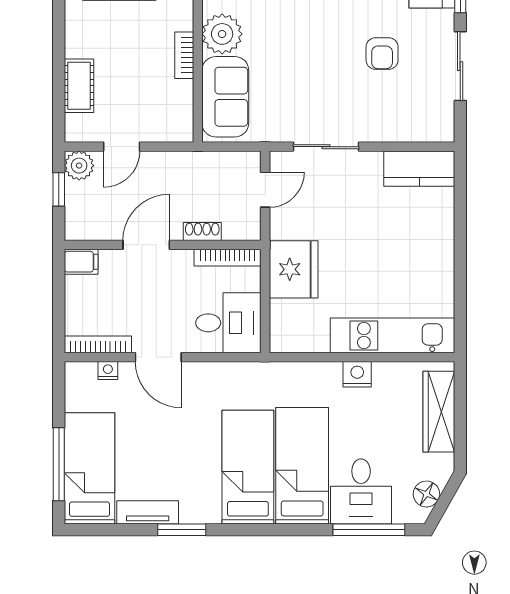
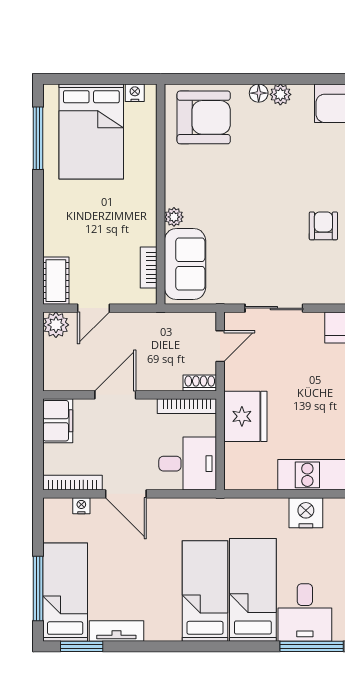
plant: (222, 34) -> (174, 217), width x0.53, depth x0.53
armchair: (382, 54) -> (323, 226), turned 180
bookcase: (184, 55) -> (149, 267), moved
cot: (79, 86) -> (56, 281), moved
window: (59, 189) -> (38, 346), removed
shoe rack: (202, 232) -> (200, 383), moved
filing cabinet: (81, 262) -> (58, 421), width x2.00
nightstand: (357, 374) -> (306, 513), width x1.36, depth x1.33
window: (182, 530) -> (82, 646), moved

